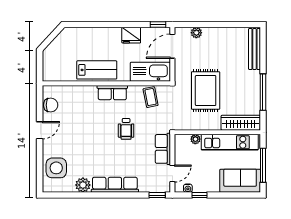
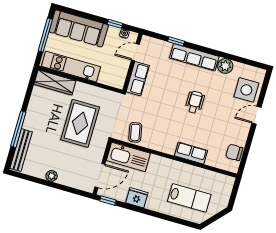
plant: (196, 33) -> (52, 176), moved
lab bench: (97, 70) -> (189, 198), moved, turned 180
window: (263, 92) -> (18, 129), moved
row of seats: (112, 93) -> (191, 153), moved
wheelchair: (126, 129) -> (195, 102), moved
door: (40, 130) -> (257, 115), moved
plant: (195, 139) -> (103, 79), removed
sofa: (240, 181) -> (79, 28), width x1.36
window: (157, 195) -> (176, 41), moved

